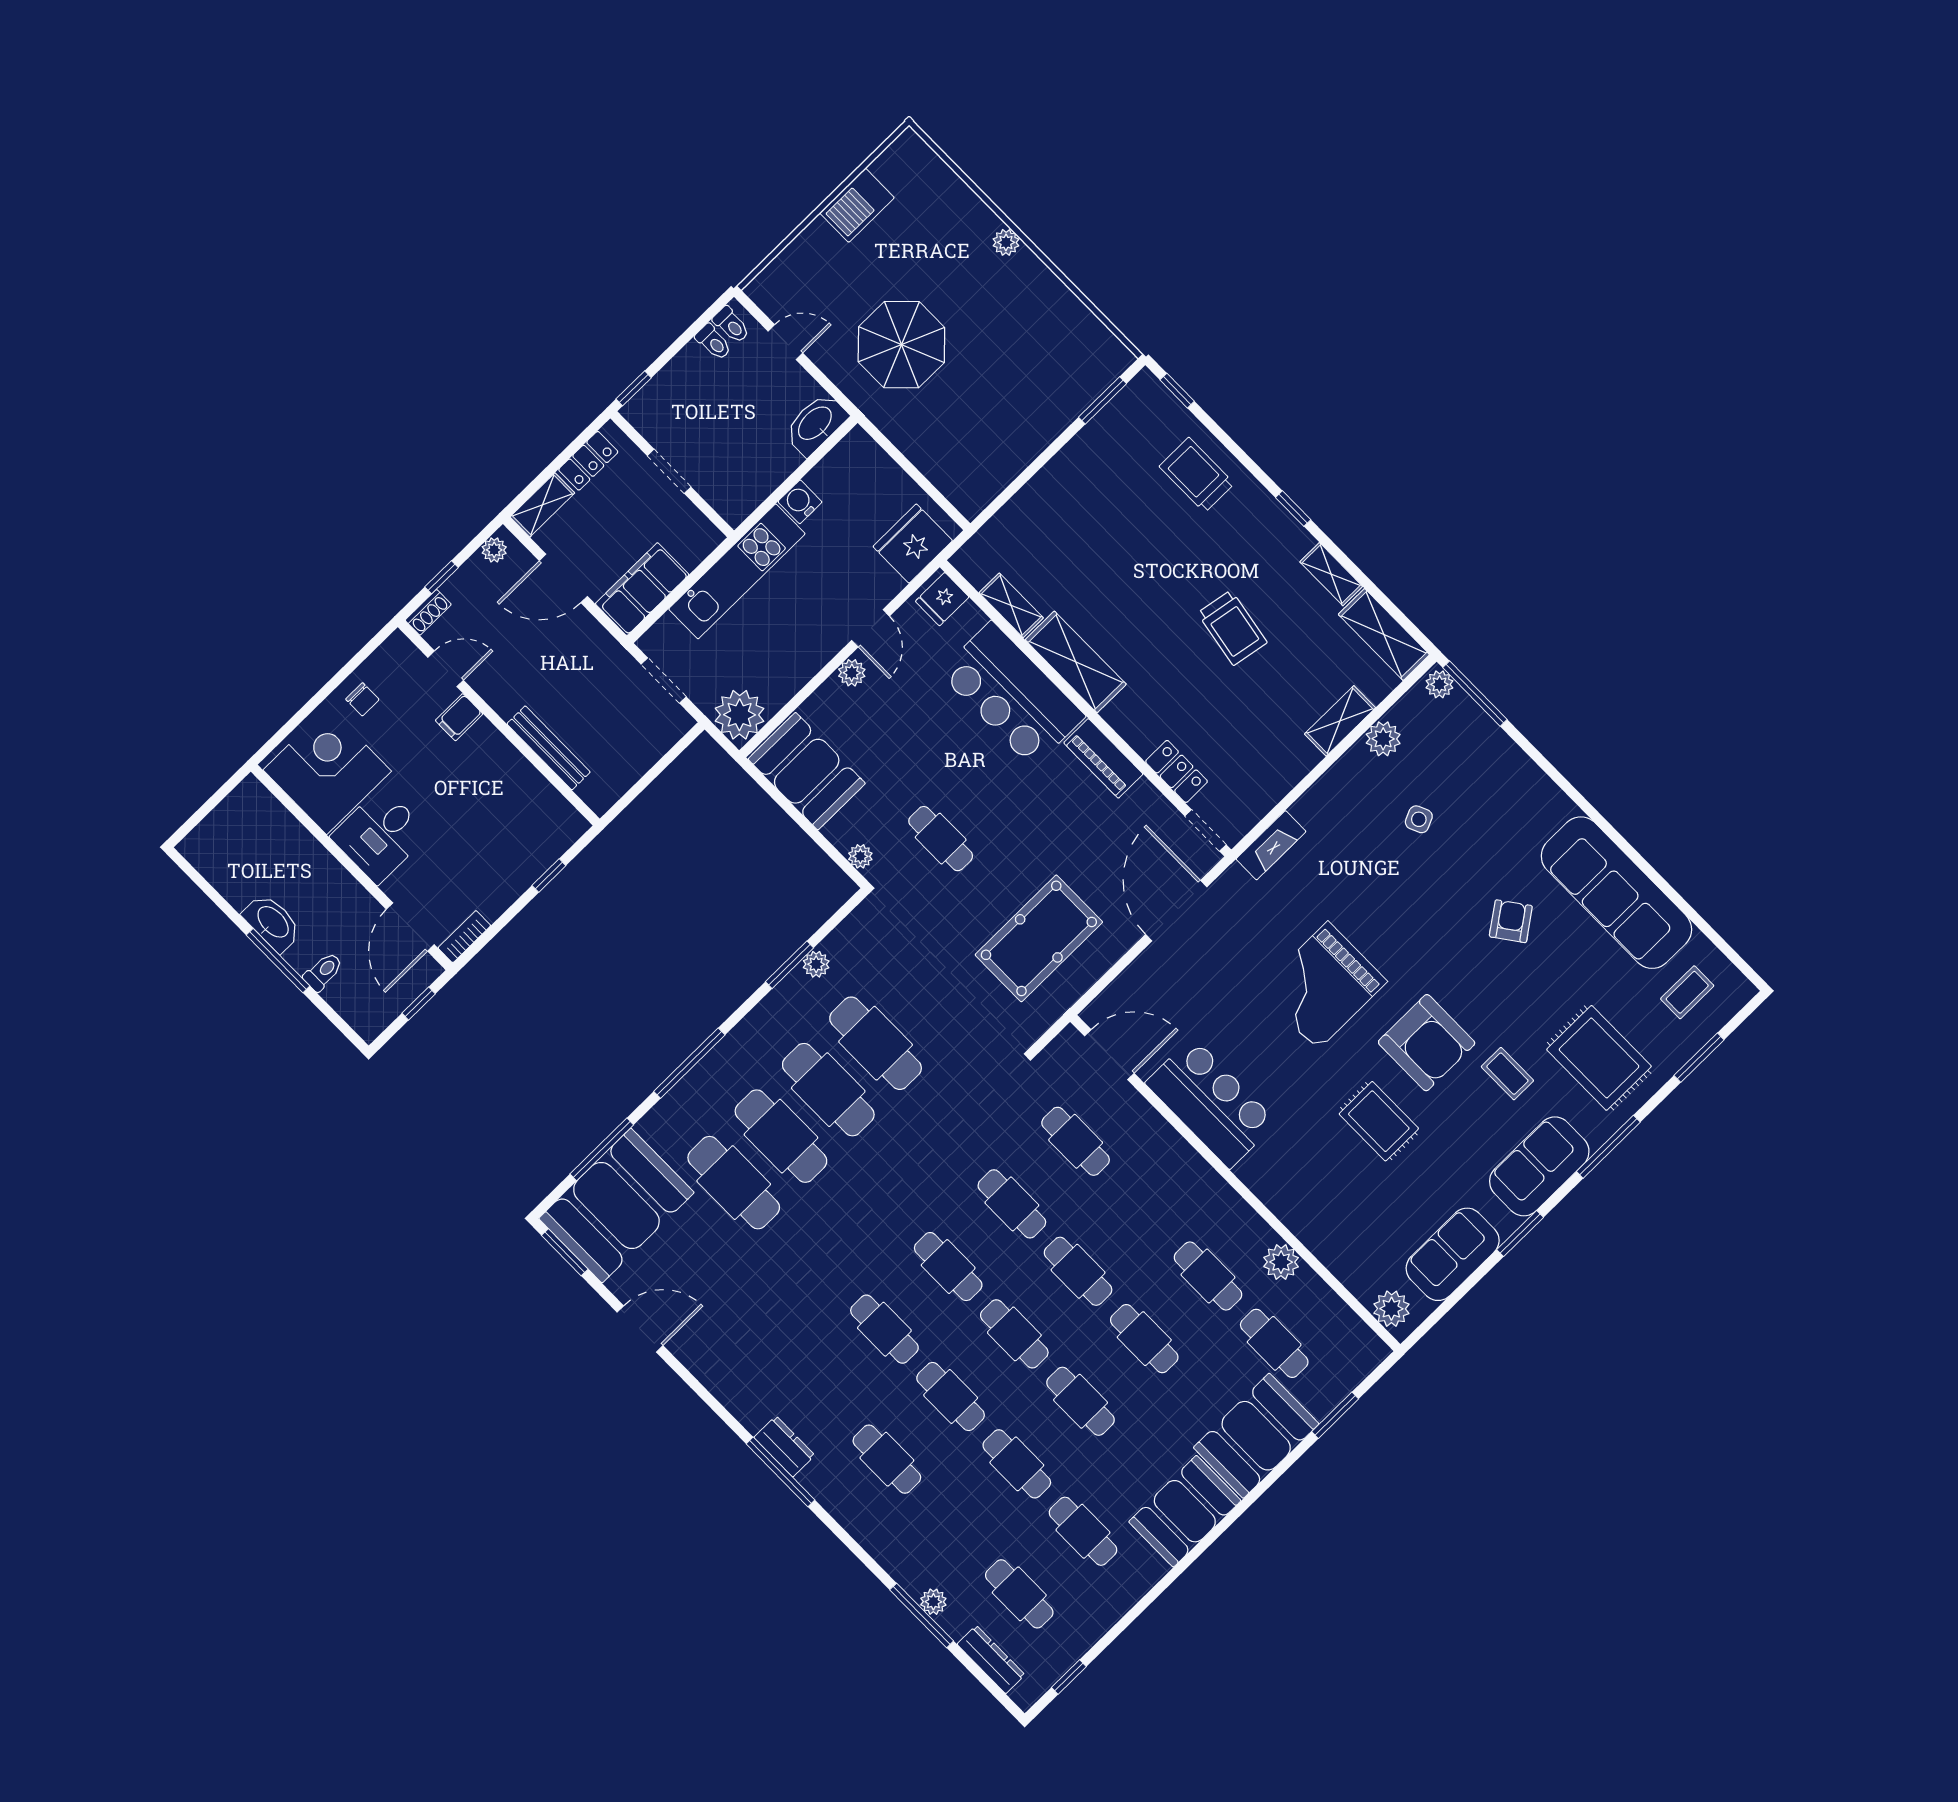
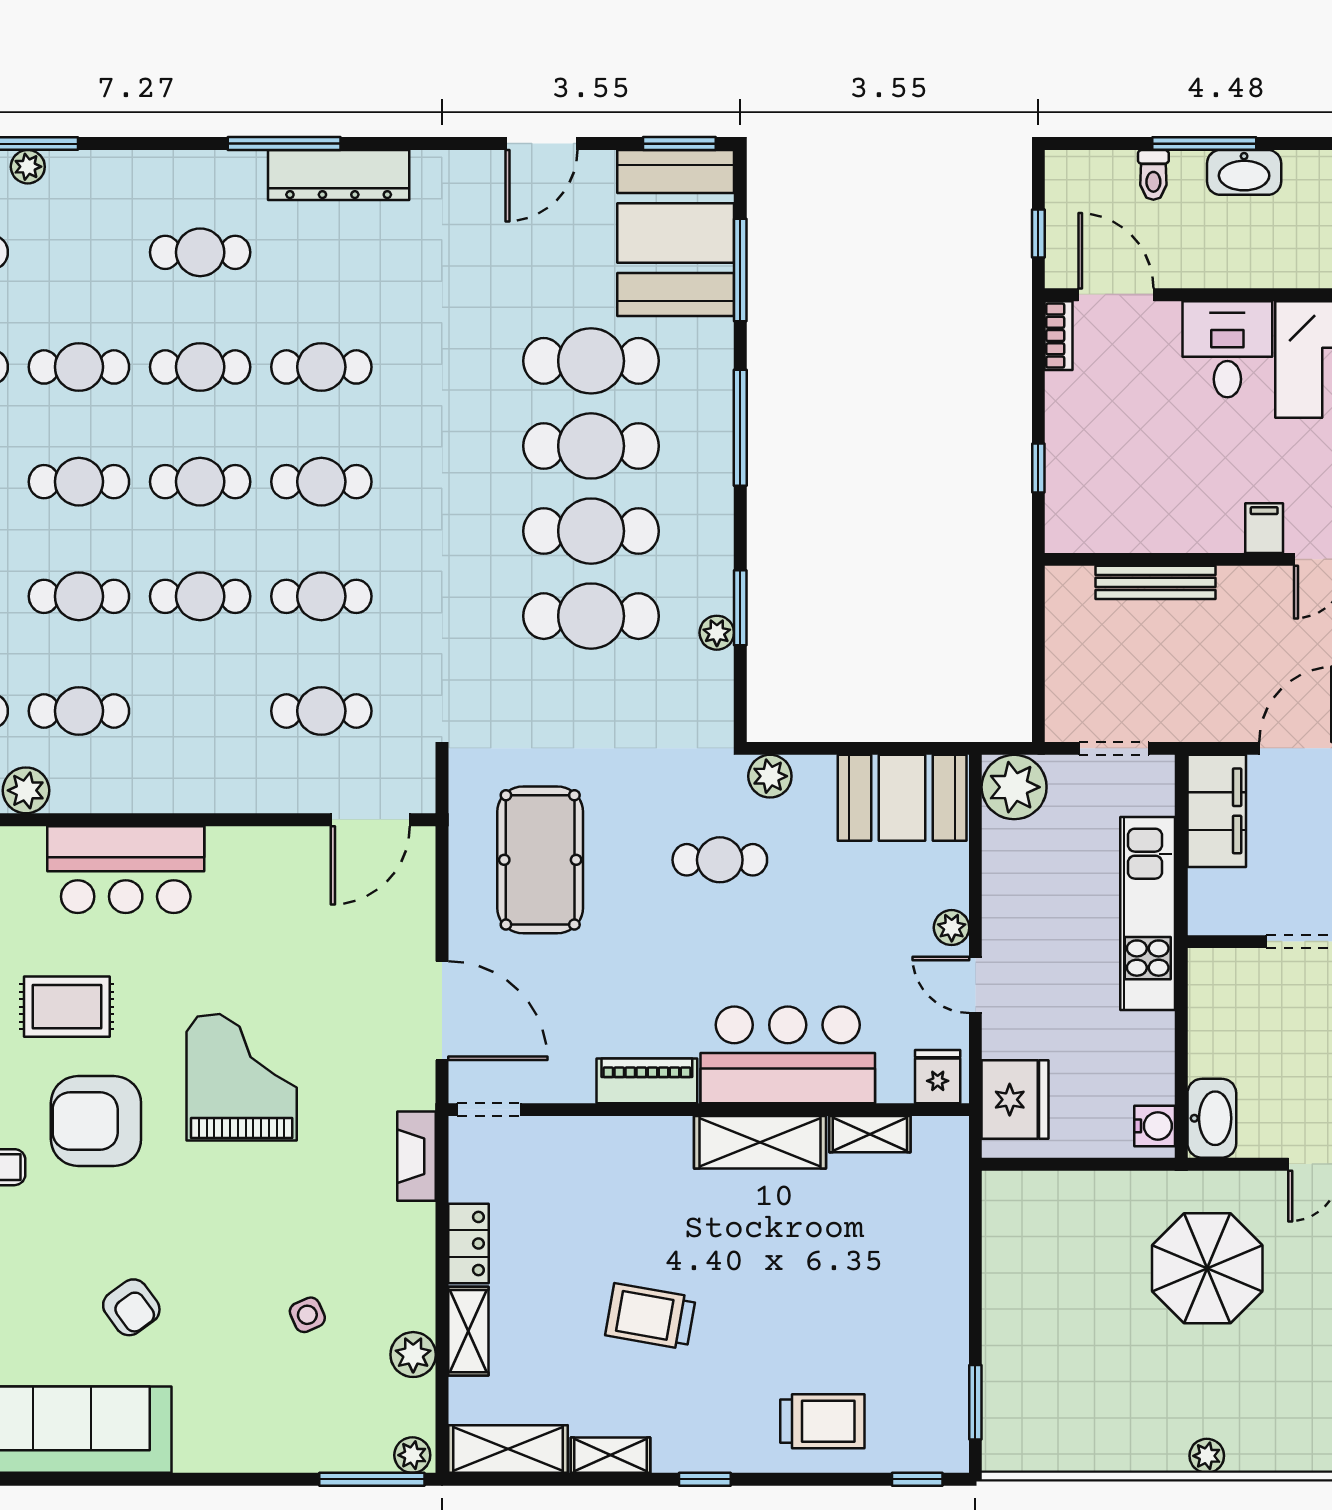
water cooler: (800, 502) -> (1155, 1126), moved
locker: (1176, 771) -> (468, 1244), moved, turned -90
plant: (860, 856) -> (770, 776), width x1.38, depth x1.38
bar counter: (1211, 1103) -> (126, 870), moved
dresser: (784, 1446) -> (339, 175), width x1.96, depth x1.24

